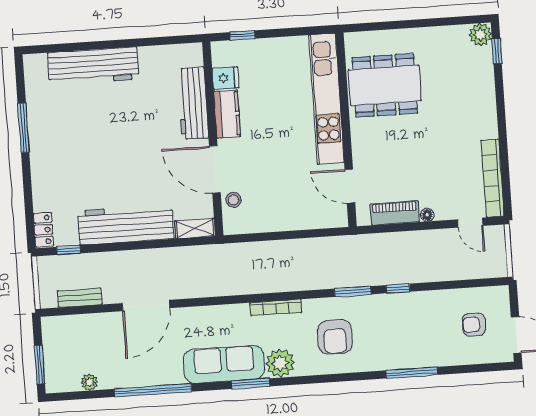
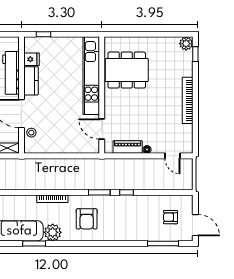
bookcase: (493, 178) -> (188, 100), moved
window: (412, 373) -> (163, 243), moved

